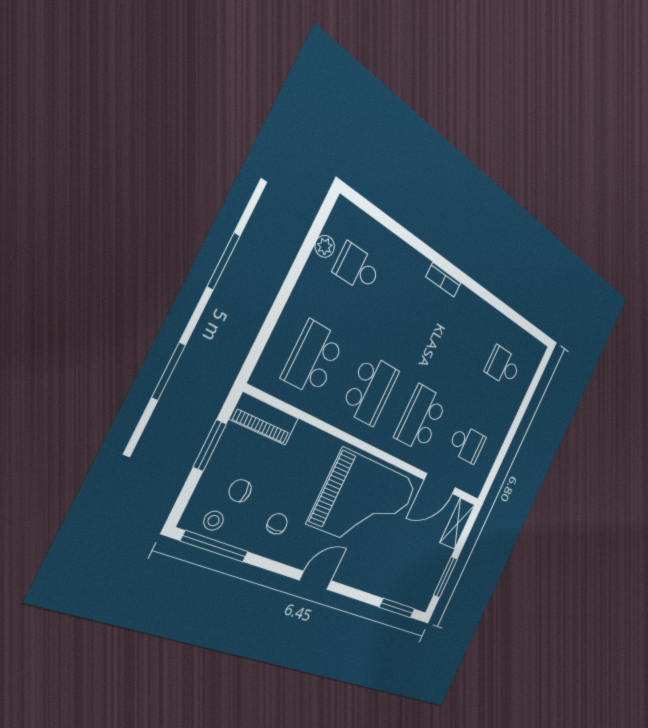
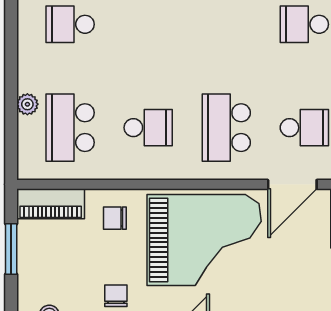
plant: (325, 246) -> (27, 104), moved
school desk: (370, 390) -> (148, 128), width x0.54
chair: (240, 491) -> (115, 218), moved

